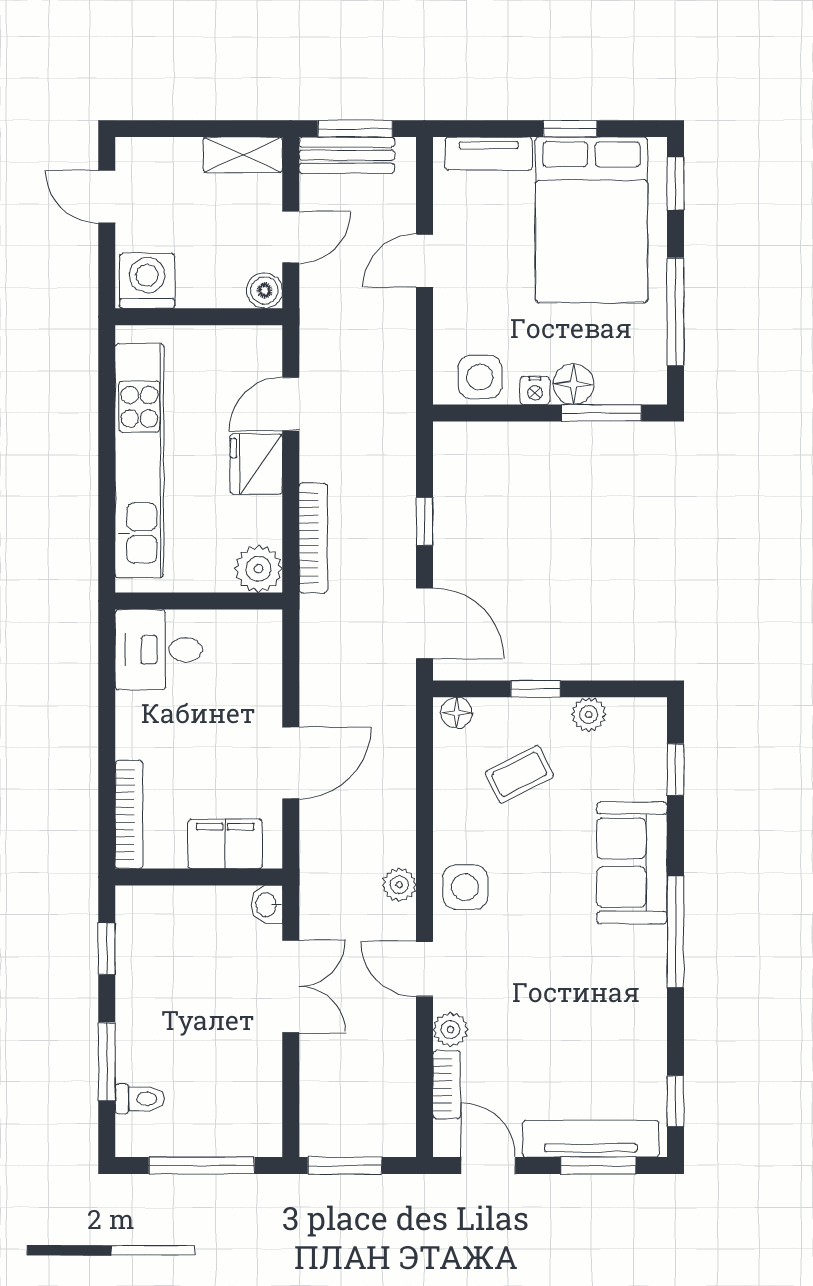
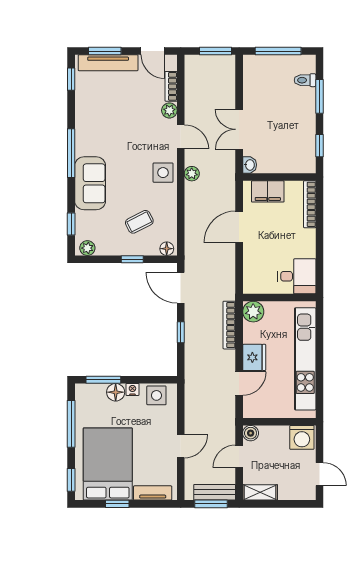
plant: (589, 714) -> (87, 248), moved

